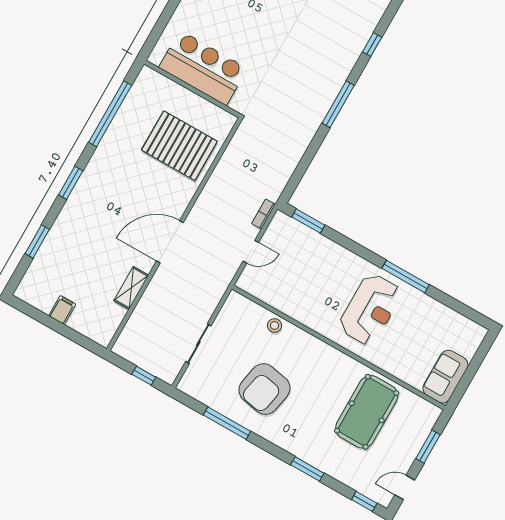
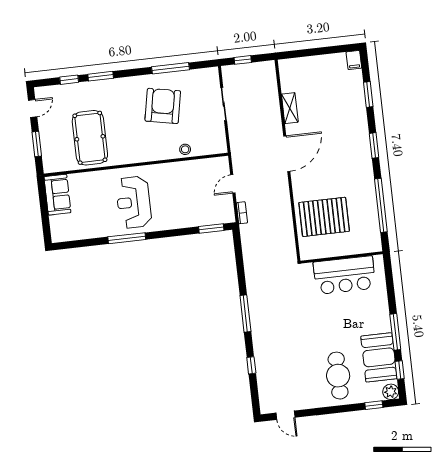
filing cabinet: (62, 310) -> (354, 60), moved
window: (364, 501) -> (69, 80), moved

